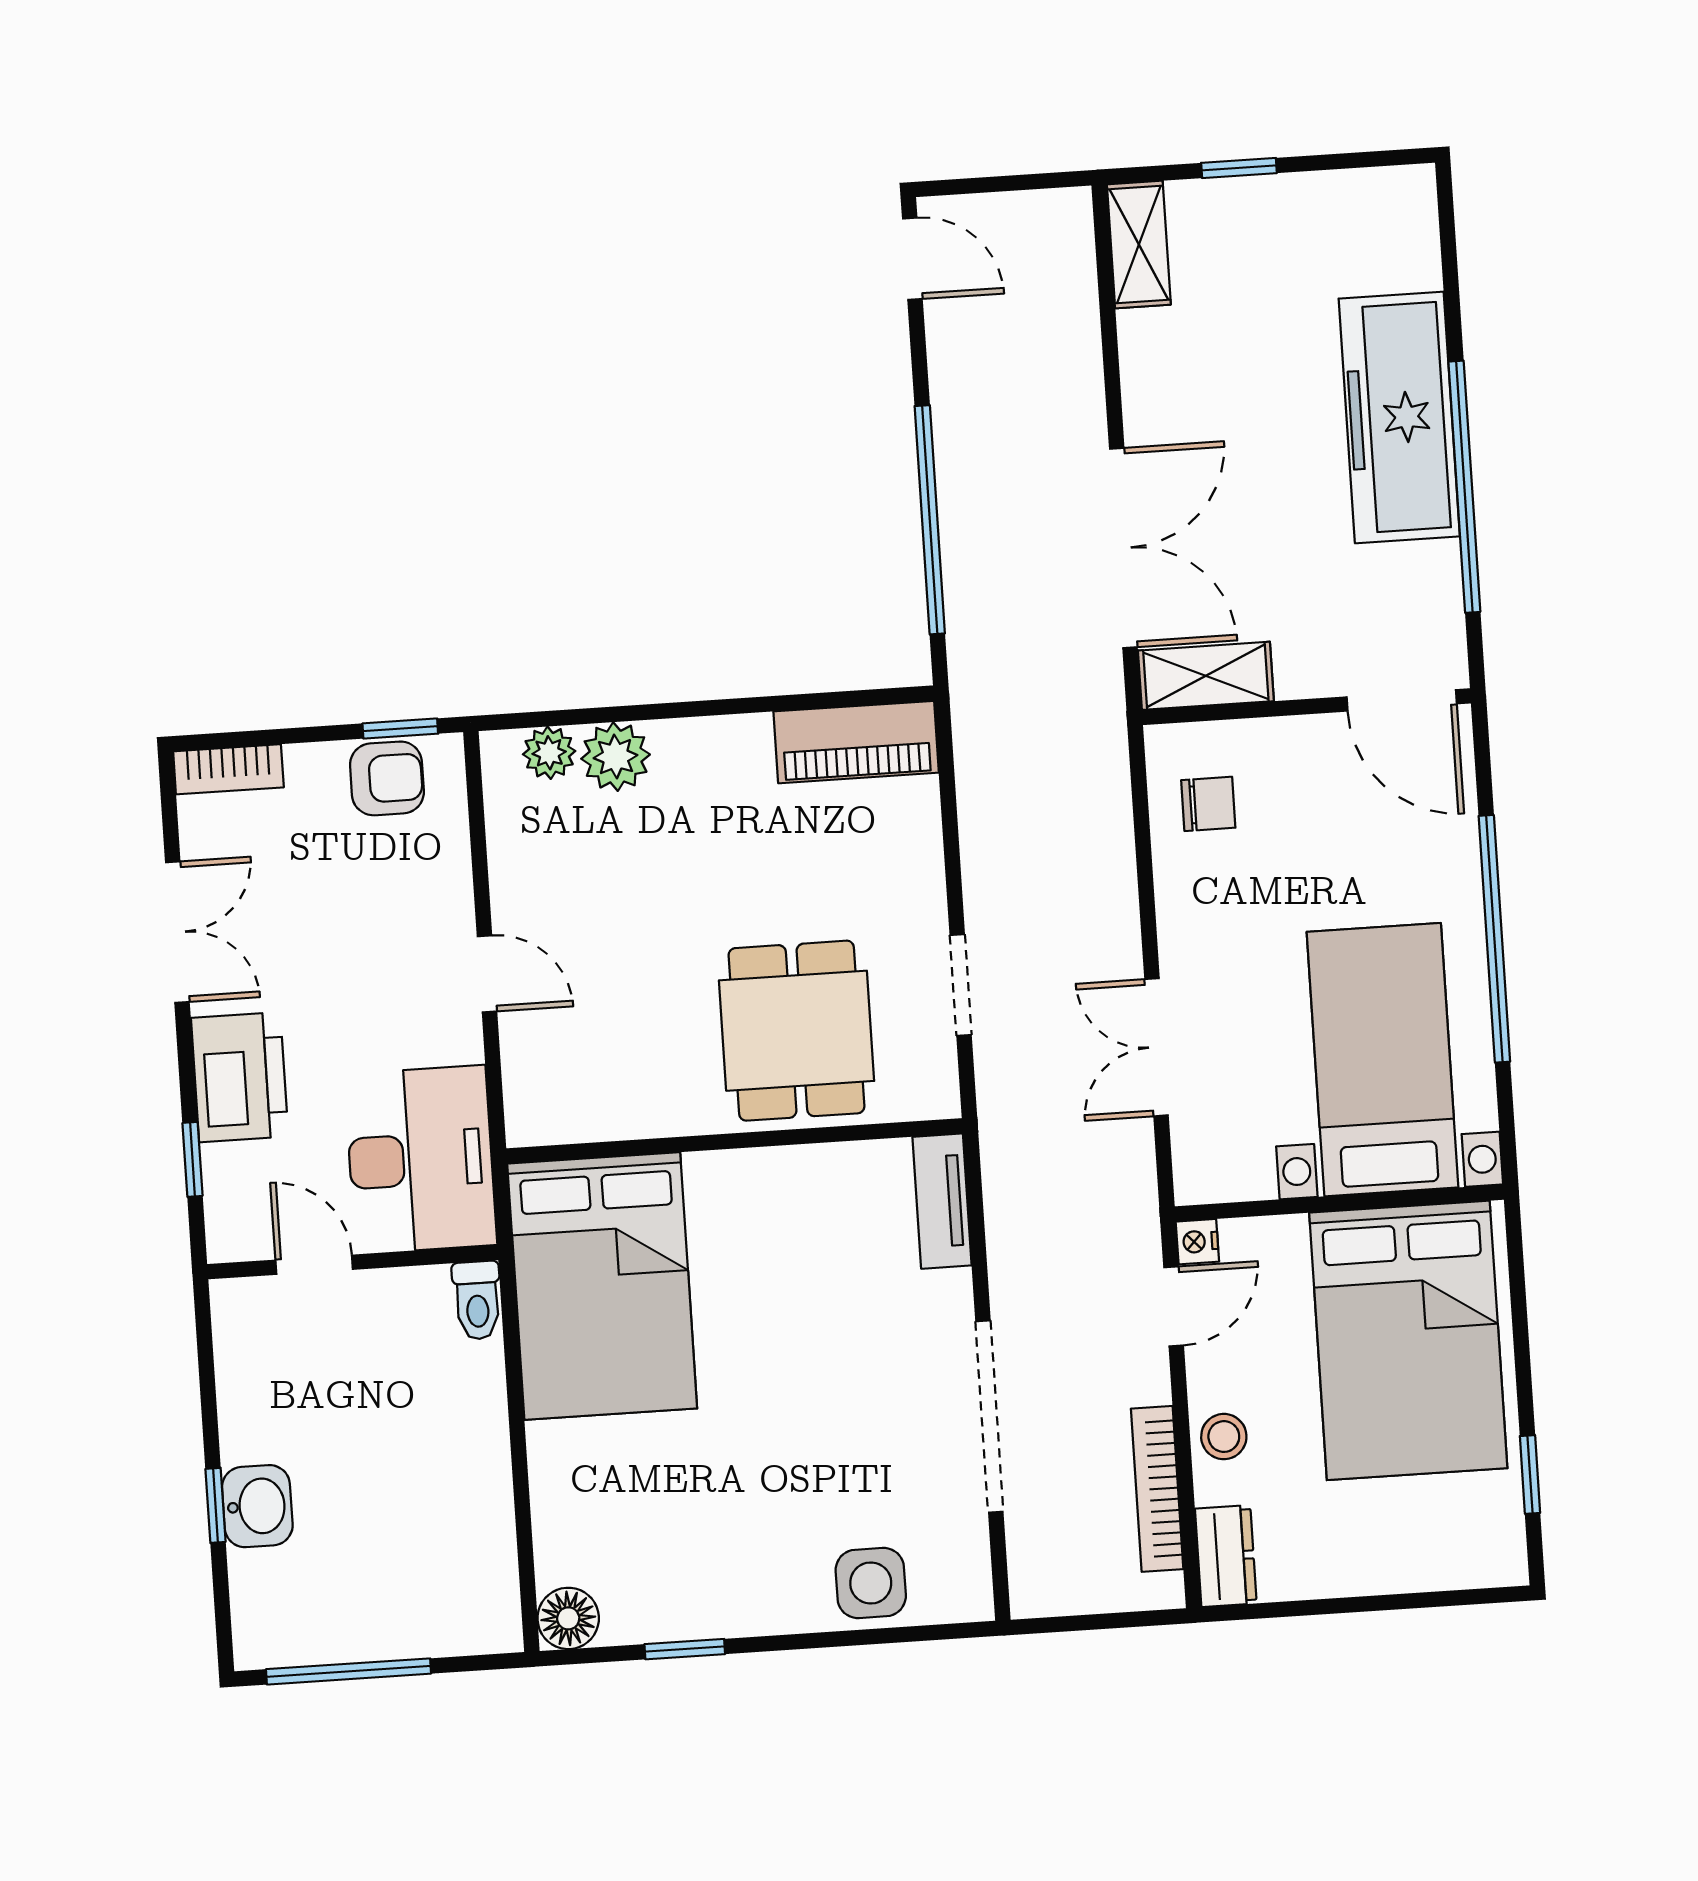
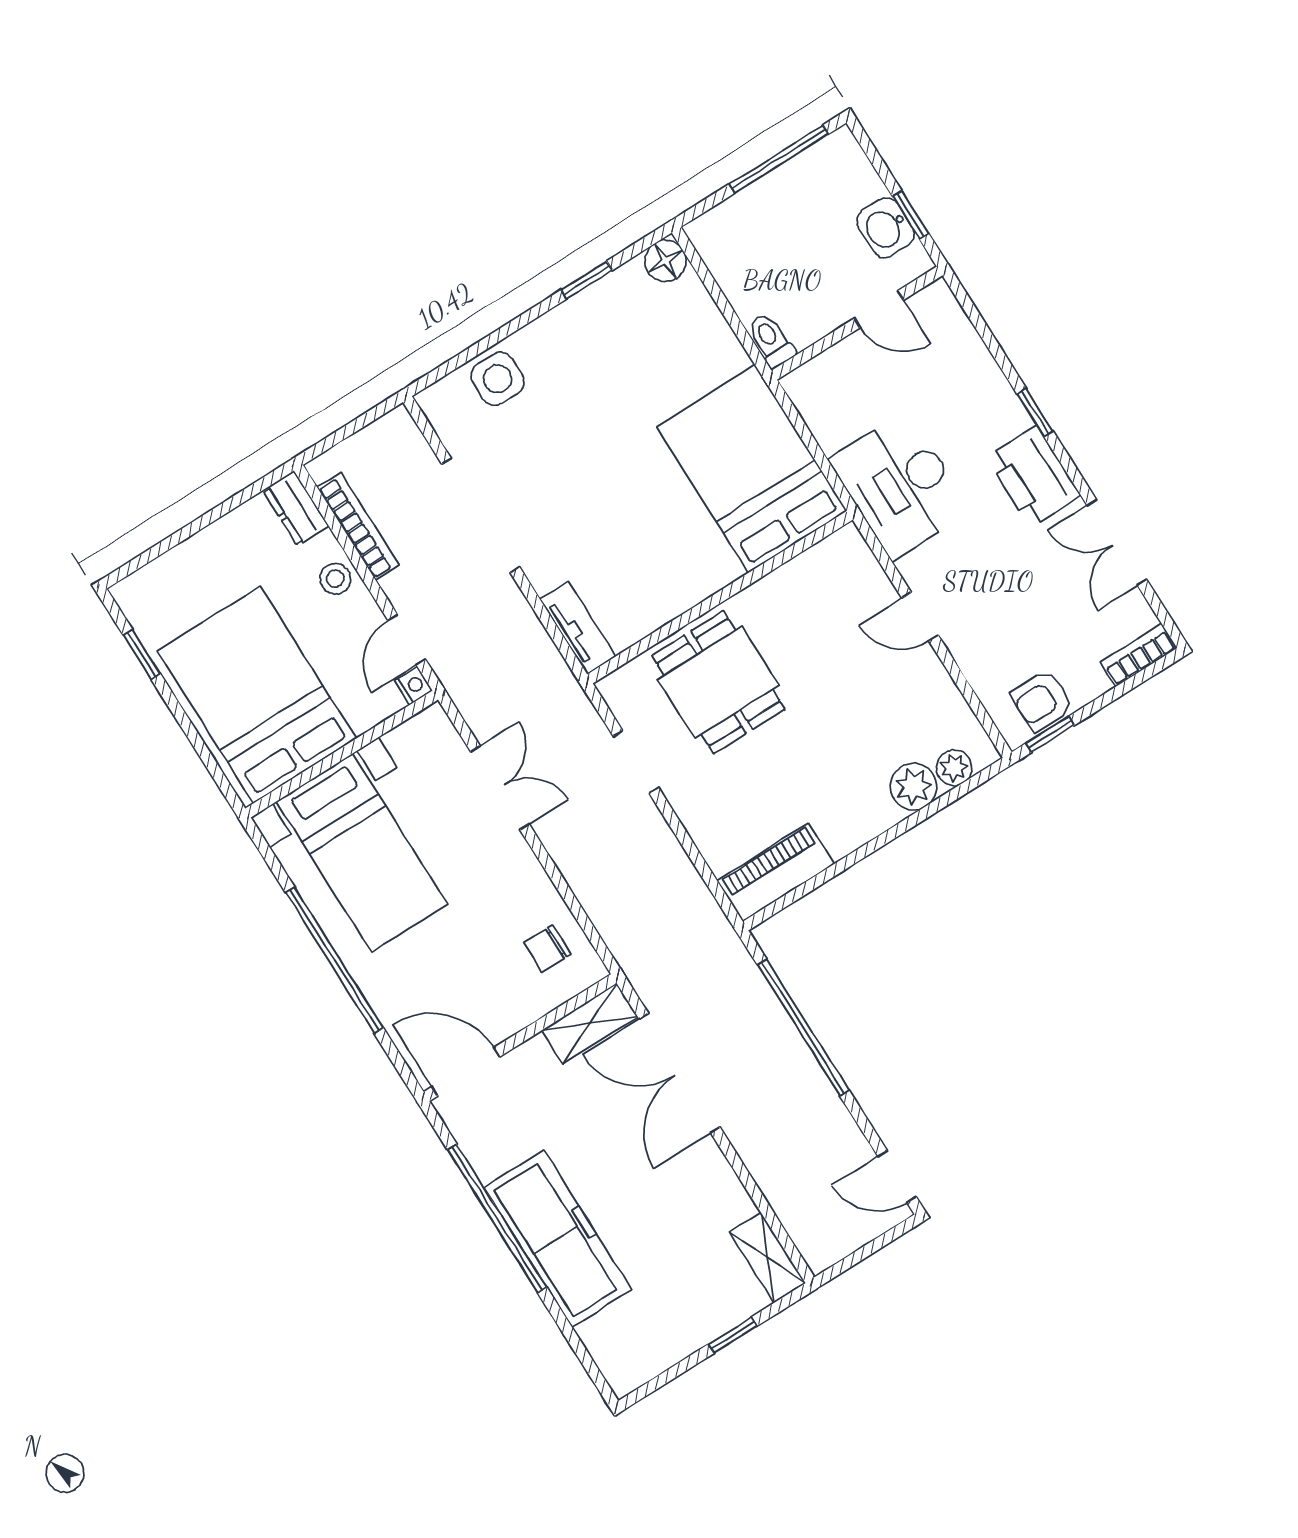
wall: (353, 1262) -> (857, 323), moved
door: (314, 1265) -> (879, 309), moved
toilet: (477, 1300) -> (771, 340), moved

